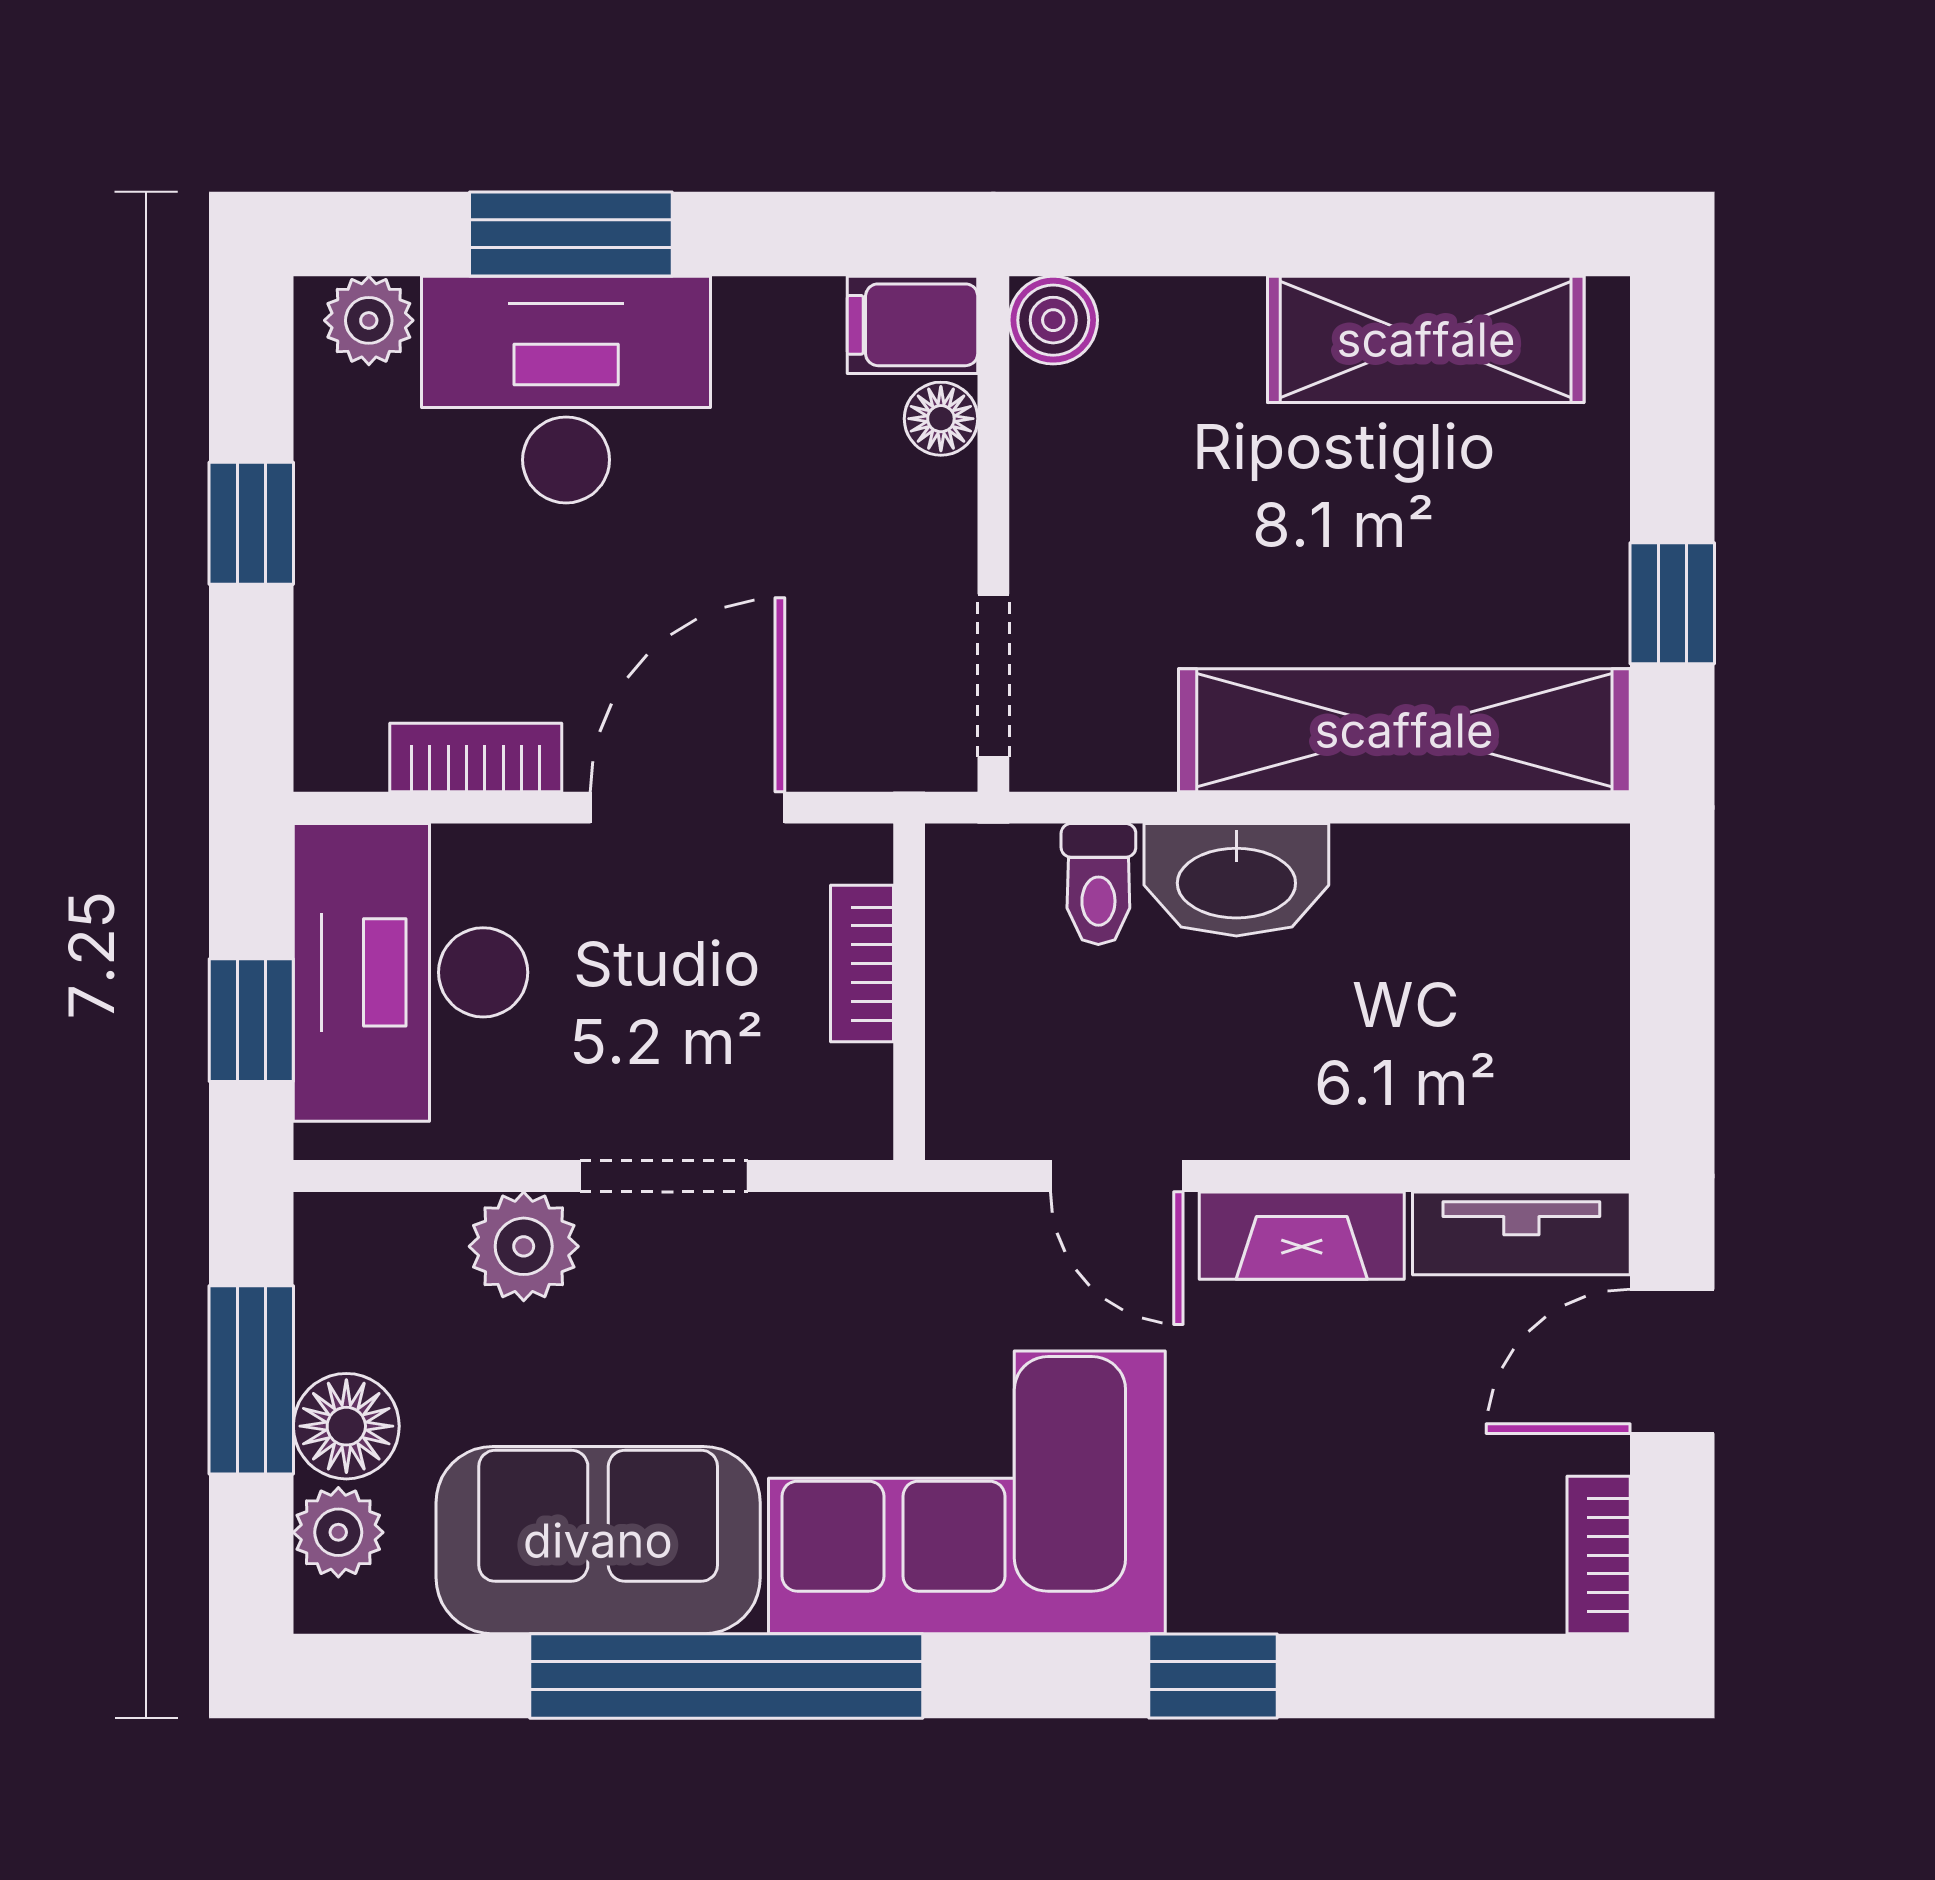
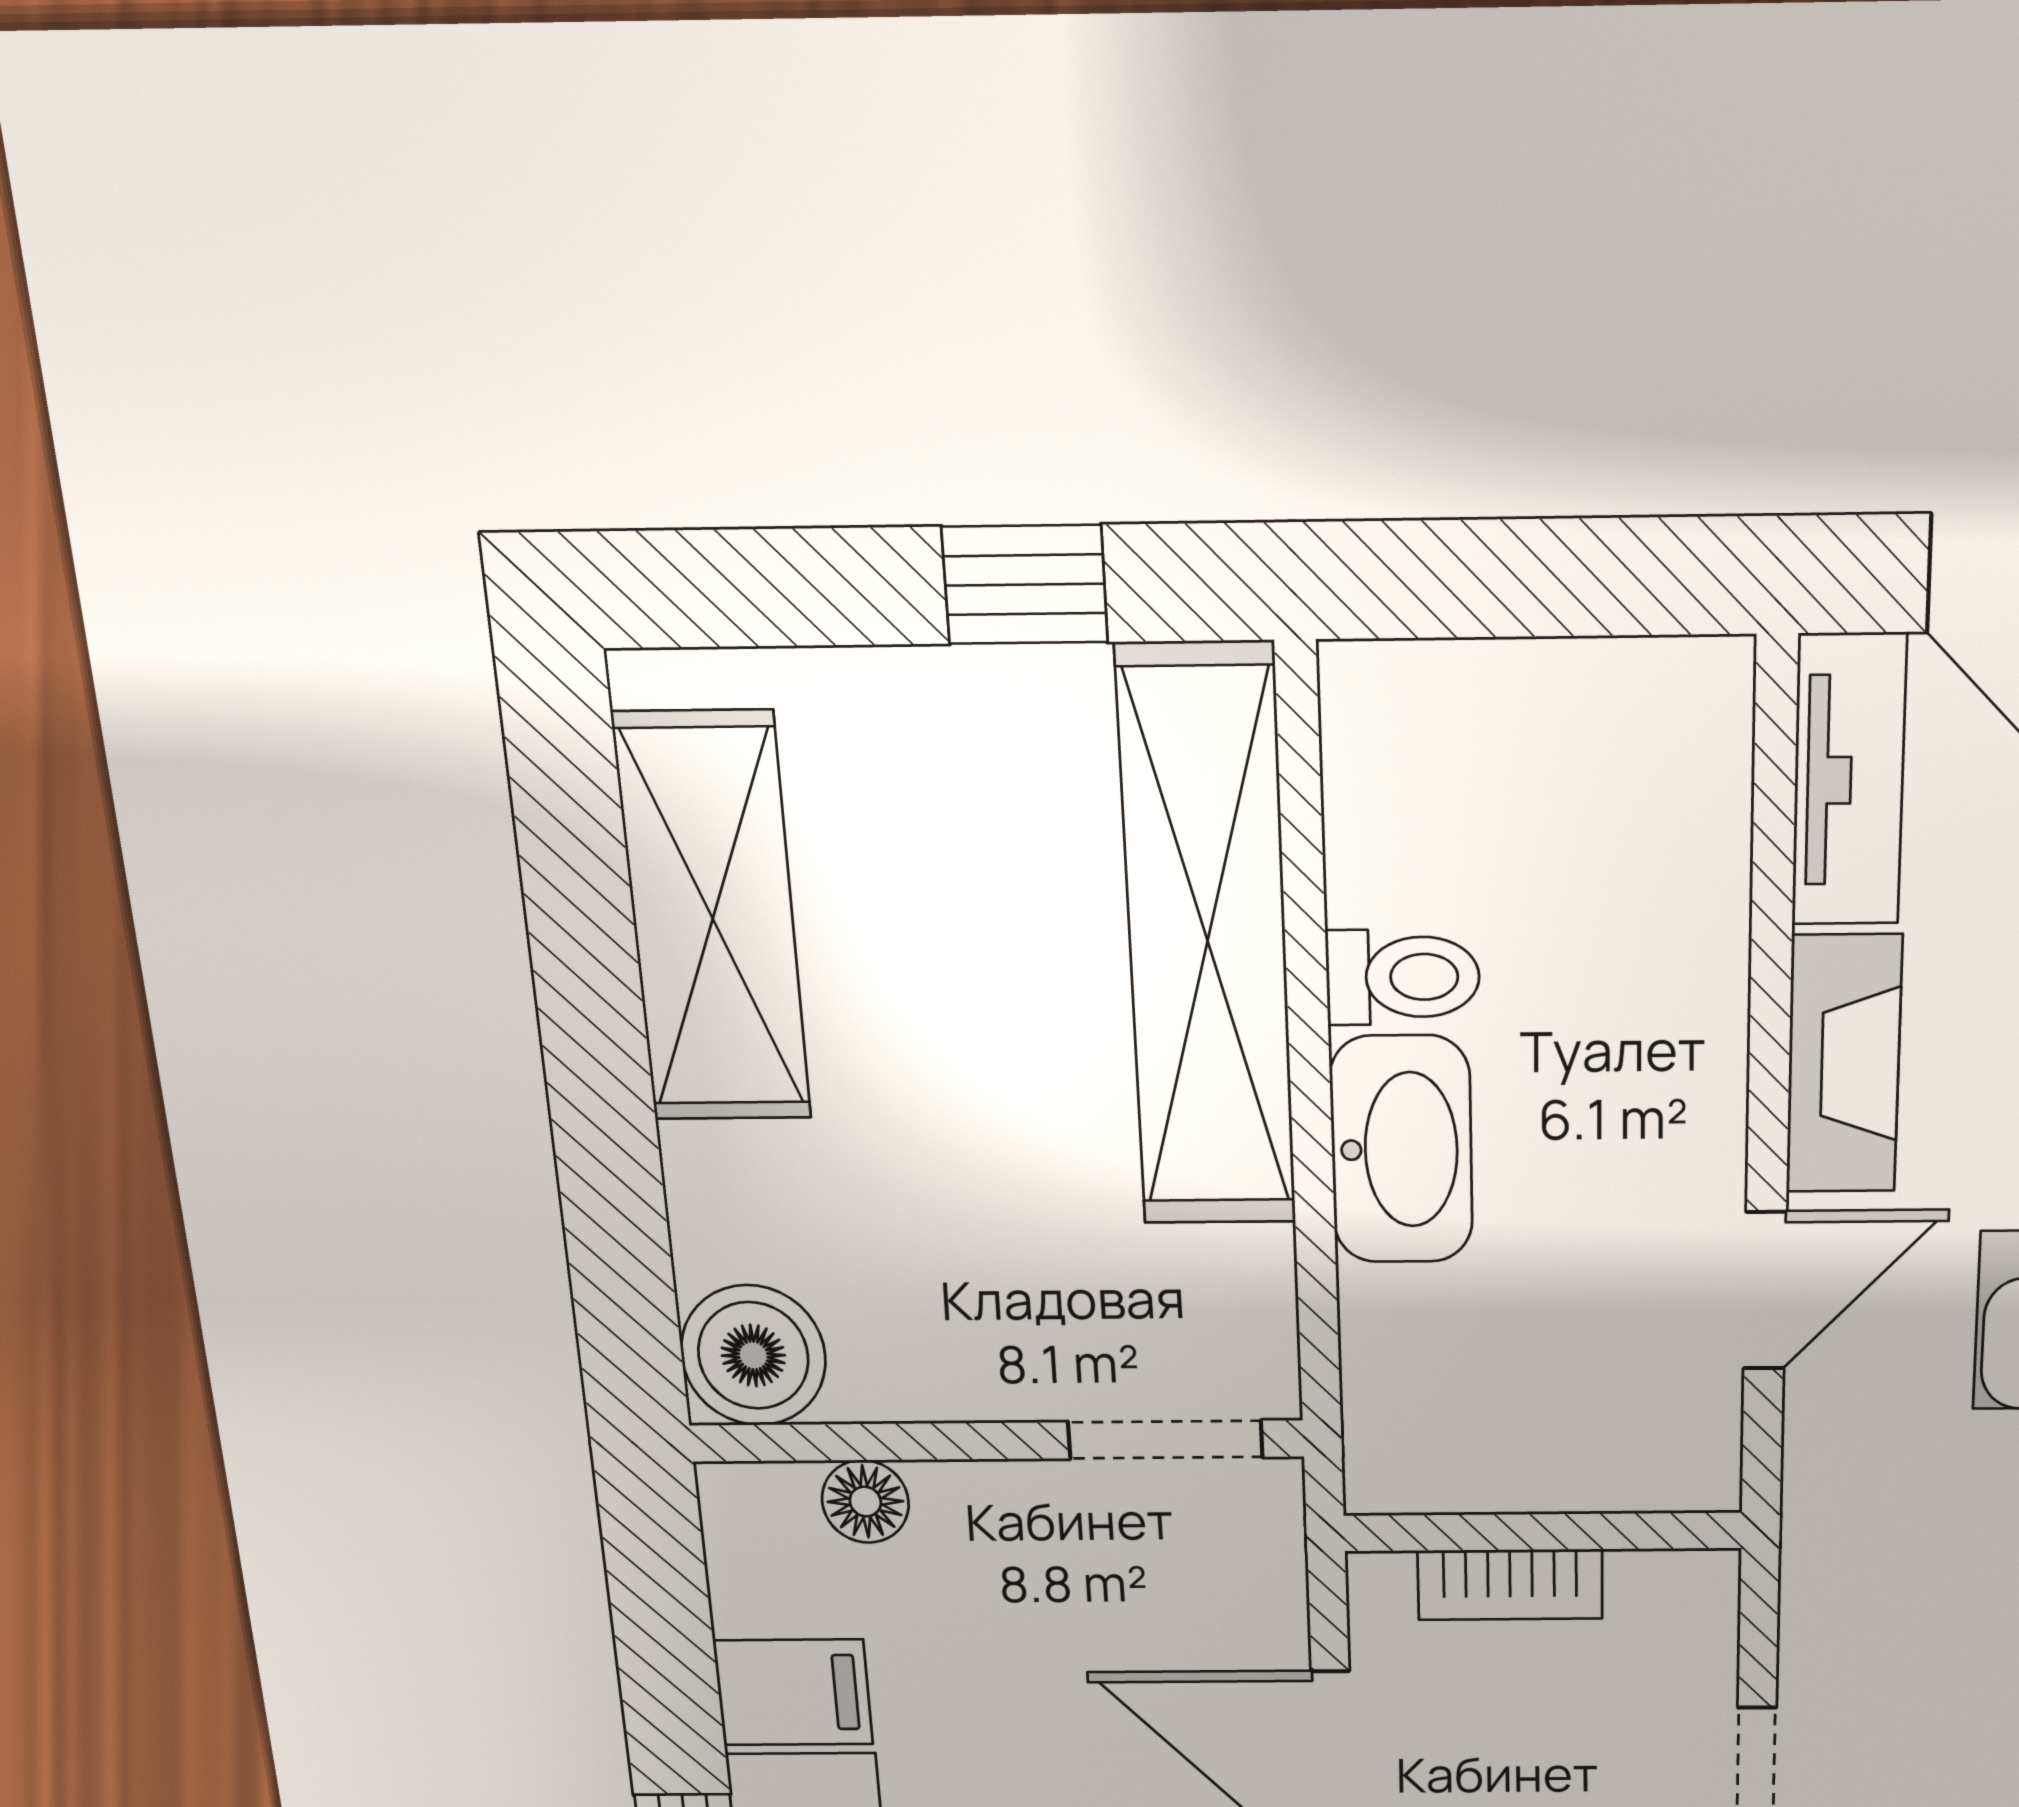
boiler: (1053, 320) -> (753, 1355), width x1.36, depth x1.36
filing cabinet: (913, 325) -> (793, 1692), moved, turned -90
toilet: (1098, 884) -> (1403, 977), moved

